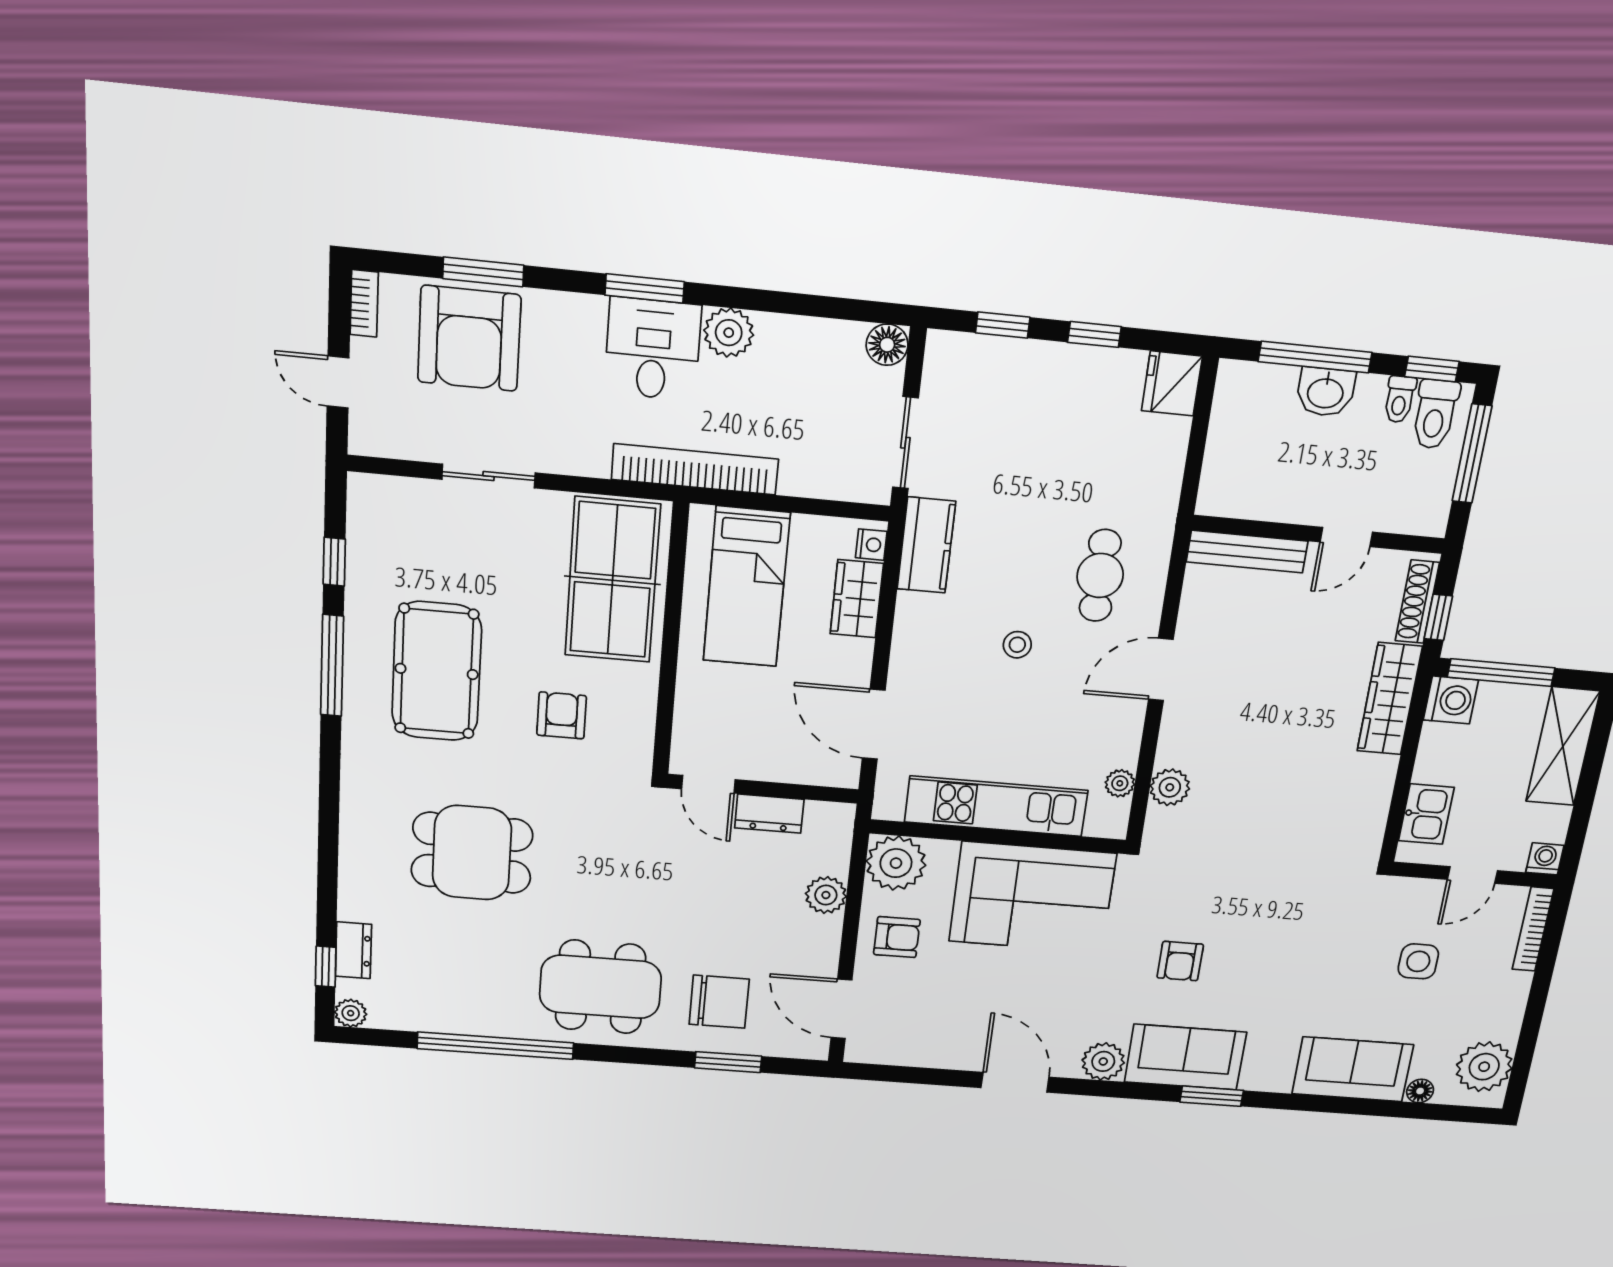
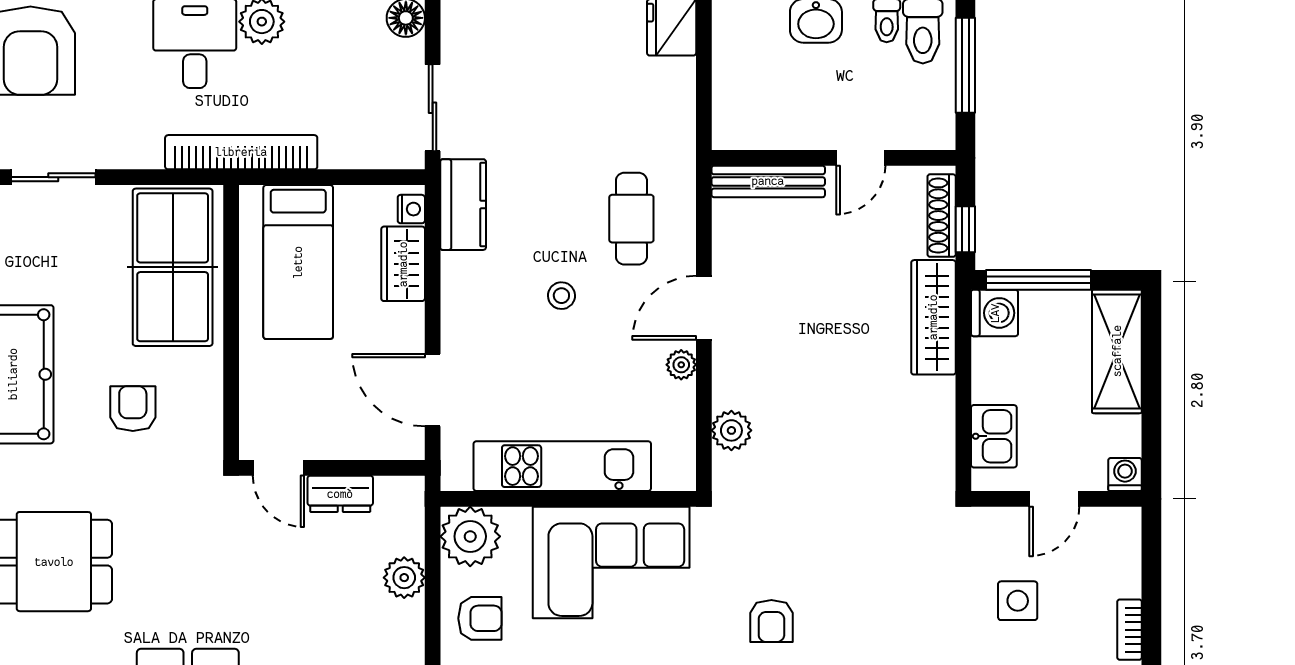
plant: (1120, 783) -> (681, 365), moved
bookcase: (1533, 929) -> (1129, 630), moved, width x0.64

